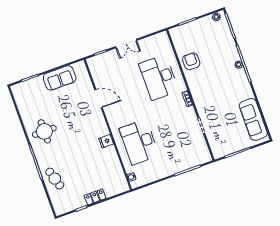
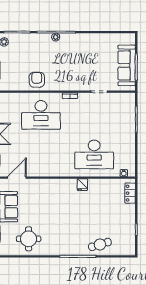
armchair: (191, 61) -> (37, 80), turned 90
door: (99, 99) -> (17, 178), moved
sofa: (253, 119) -> (127, 65), moved, turned 90
round table: (44, 131) -> (29, 239), moved
locker: (95, 197) -> (130, 193), moved

